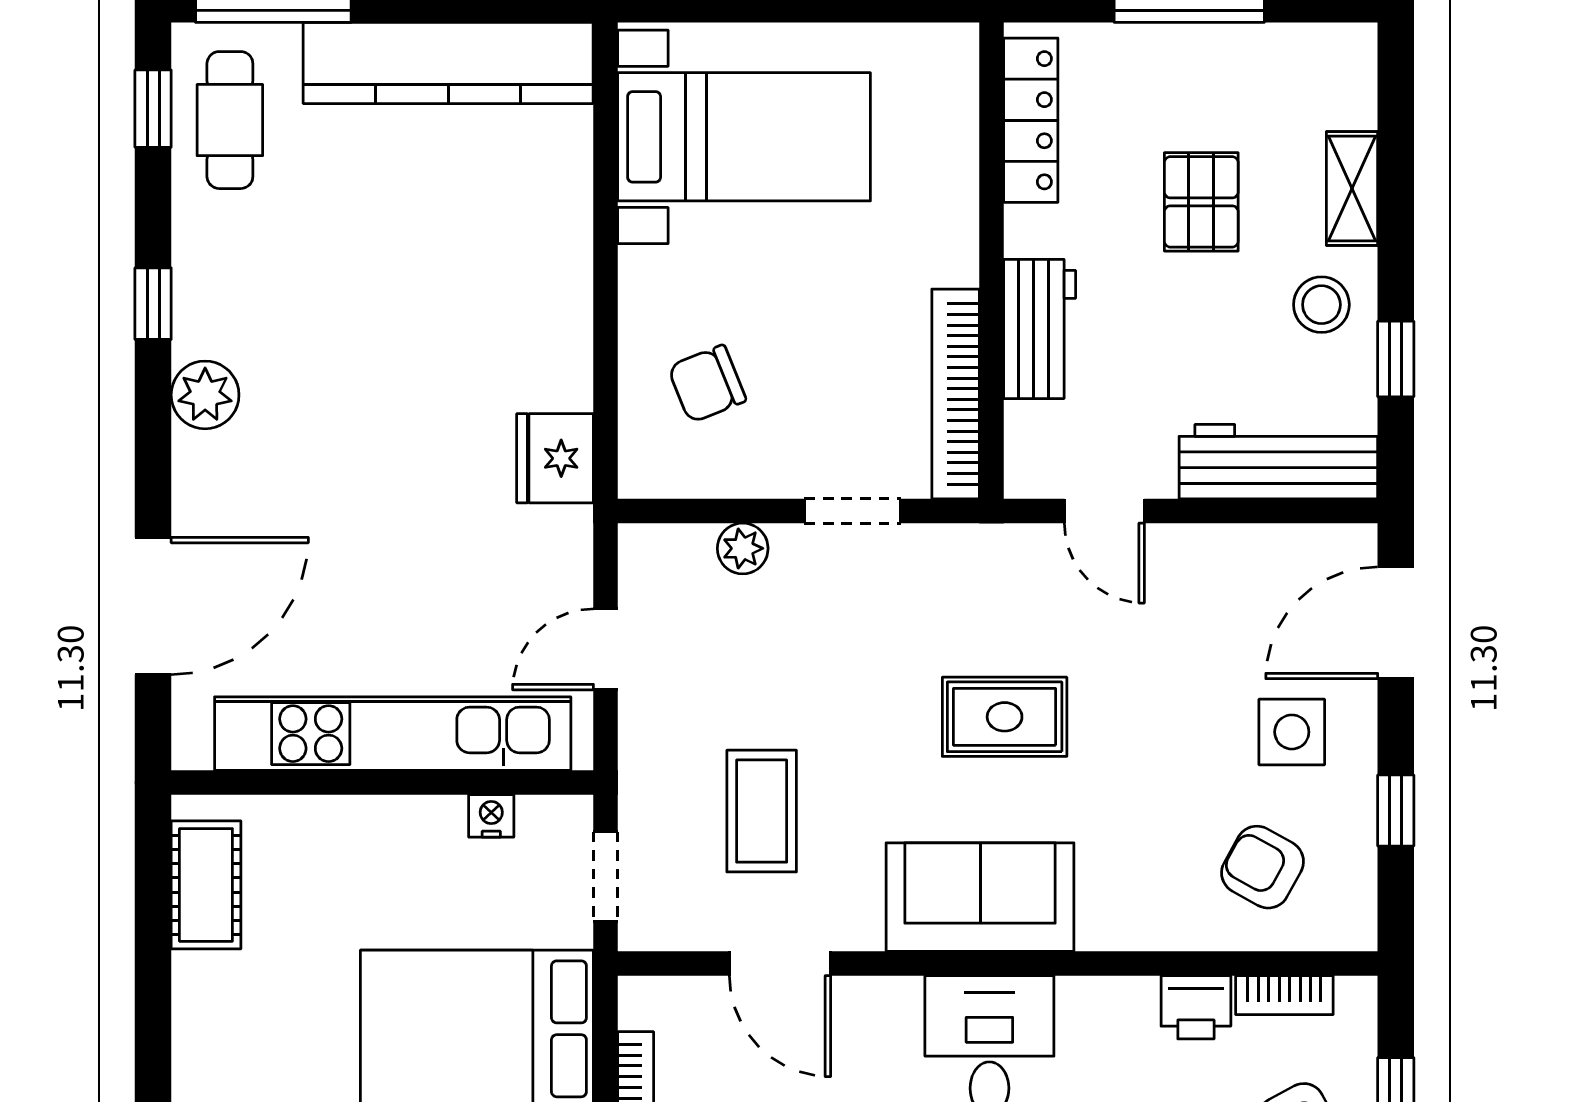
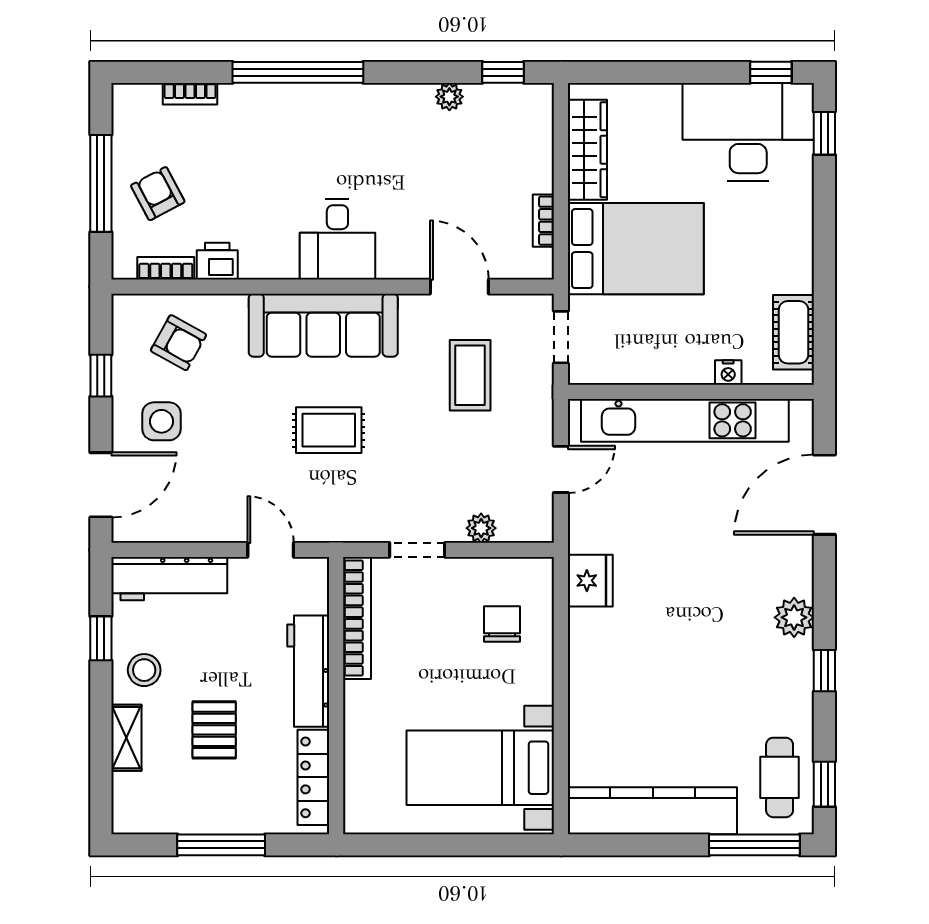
workbench: (1040, 329) -> (308, 671), width x1.38
chair: (707, 384) -> (502, 624), turned -68
nightstand: (491, 816) -> (728, 372), moved
sofa: (980, 897) -> (323, 325), width x1.36

